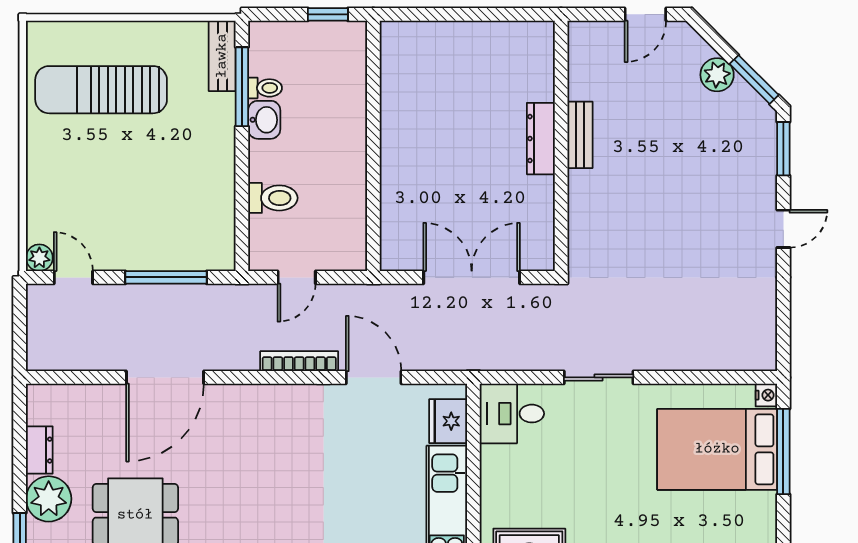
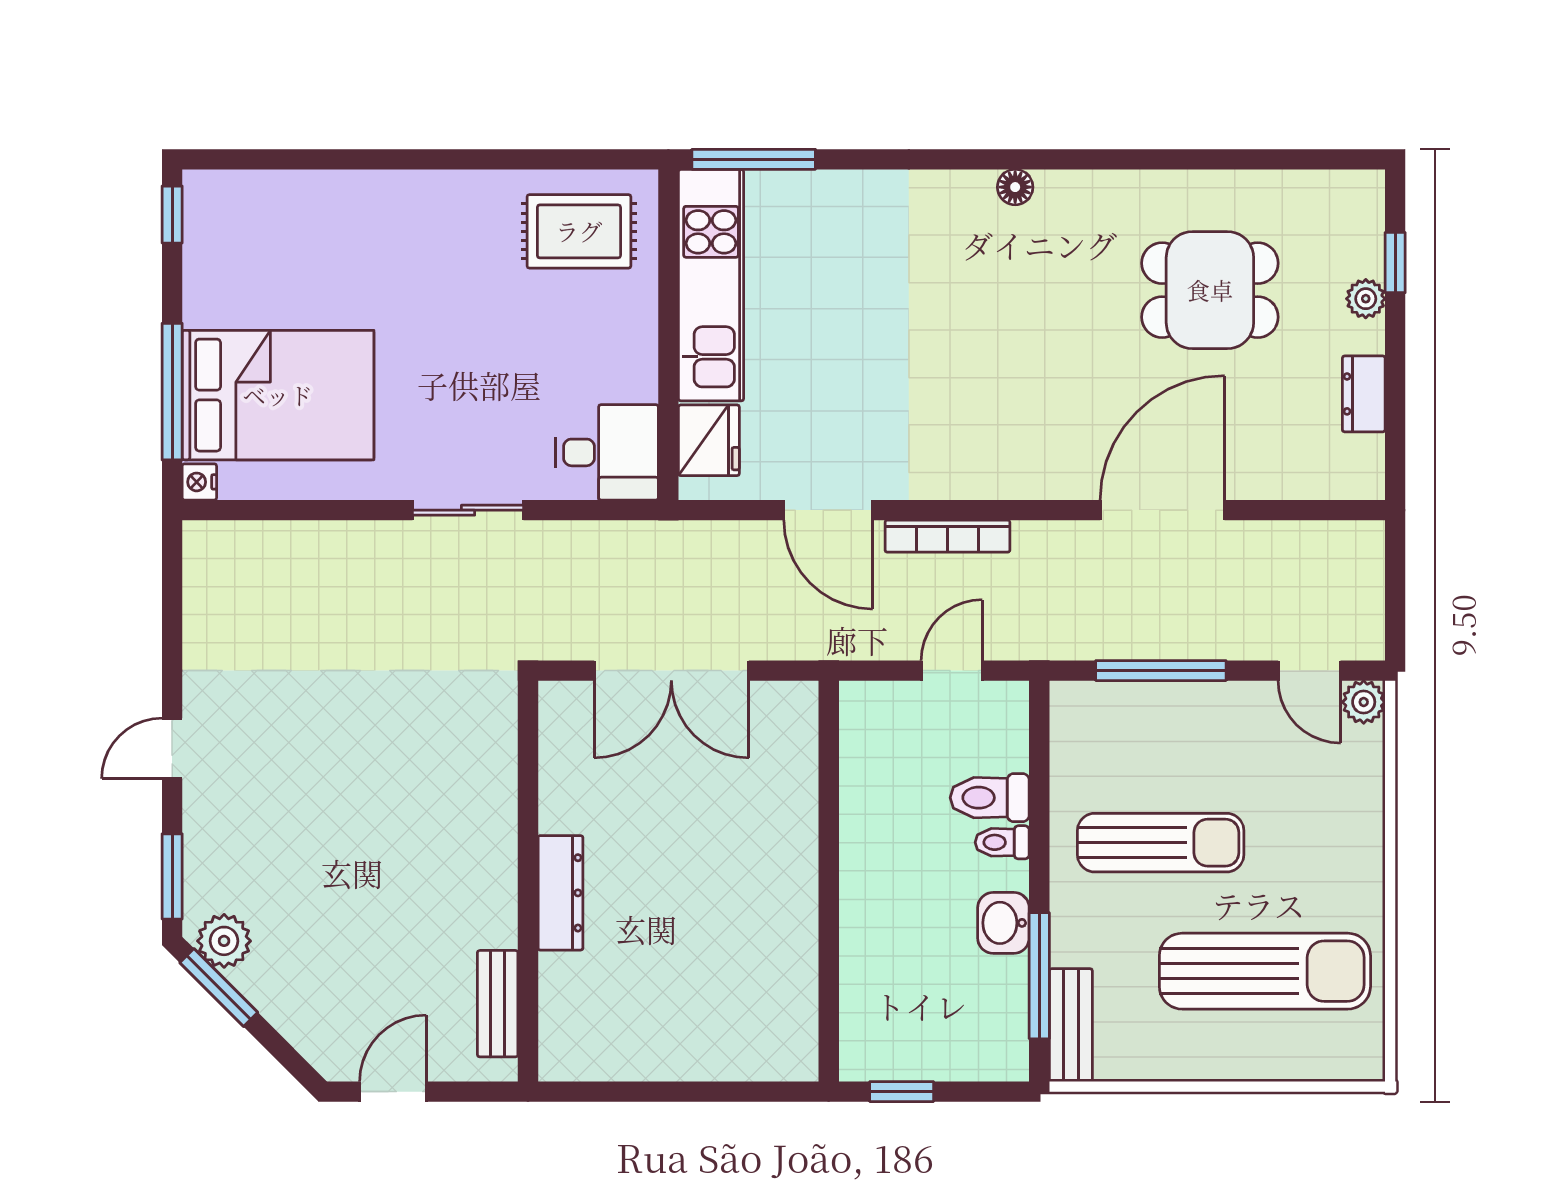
plant: (717, 75) -> (224, 941), moved
toilet: (265, 88) -> (1002, 842), moved
bench: (580, 135) -> (498, 1004), moved
sun lounger: (166, 170) -> (1161, 843), added
plant: (49, 499) -> (1366, 299), width x0.53, depth x0.53

